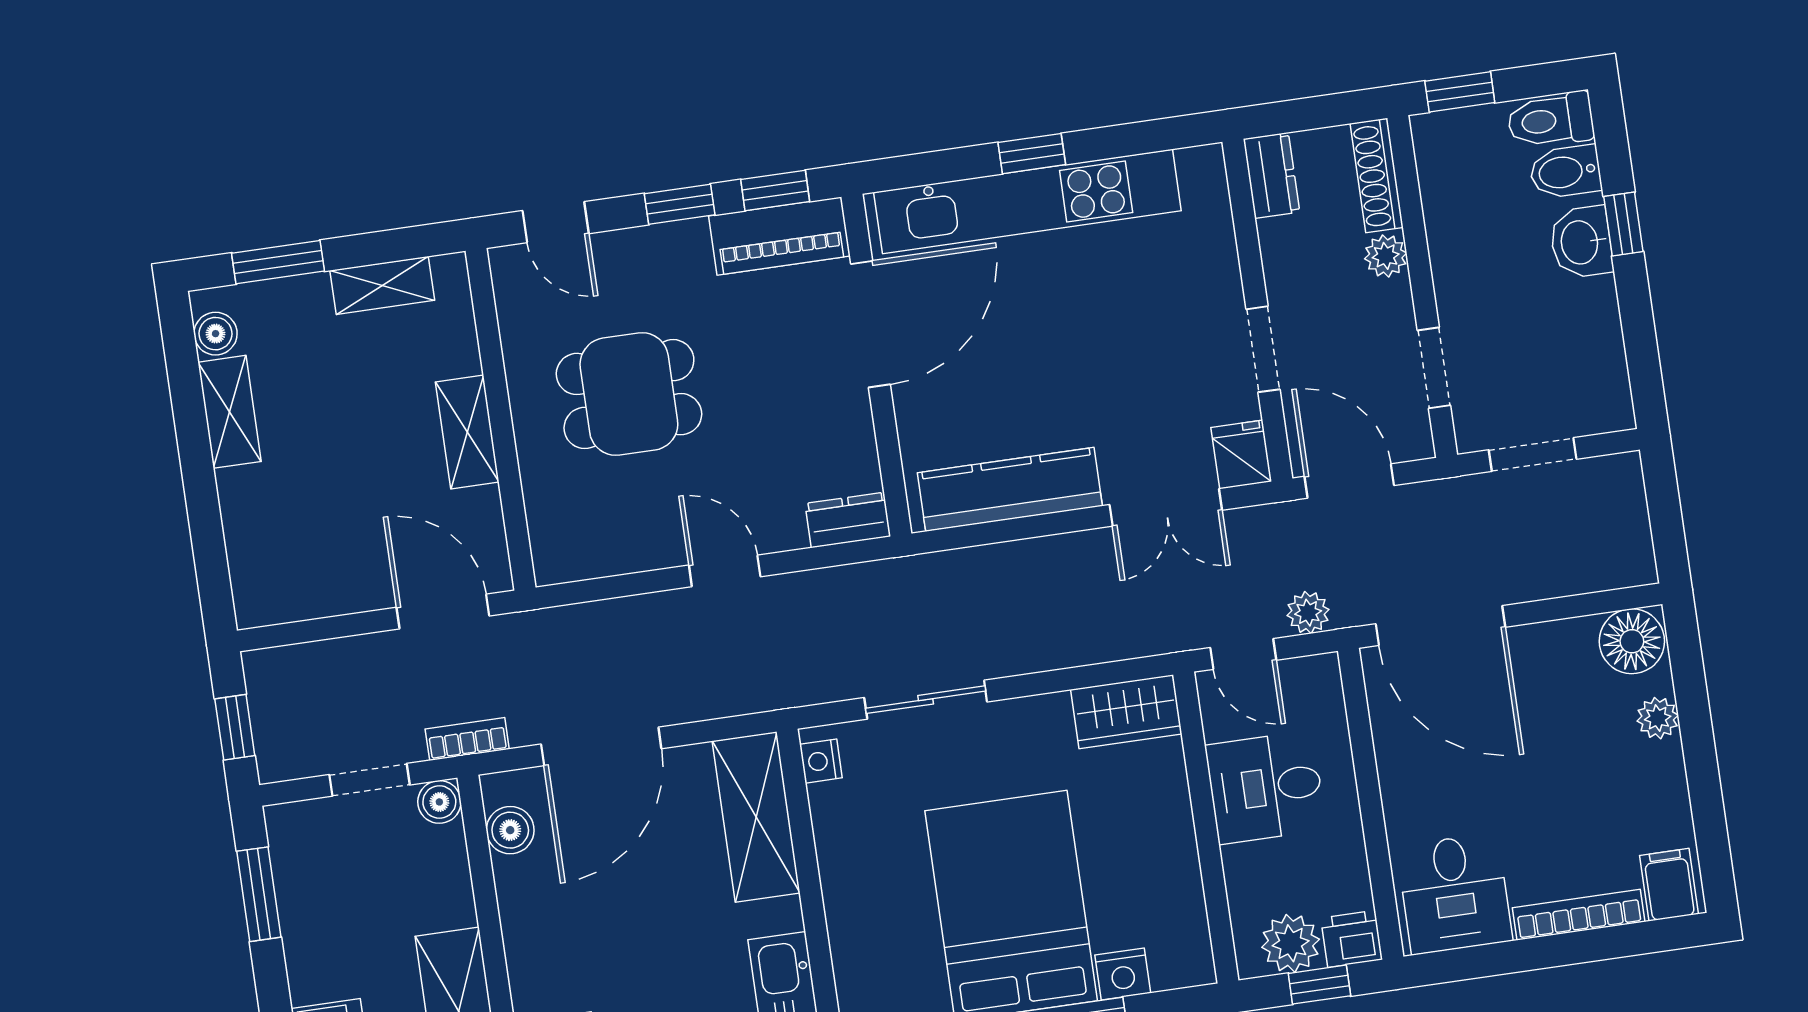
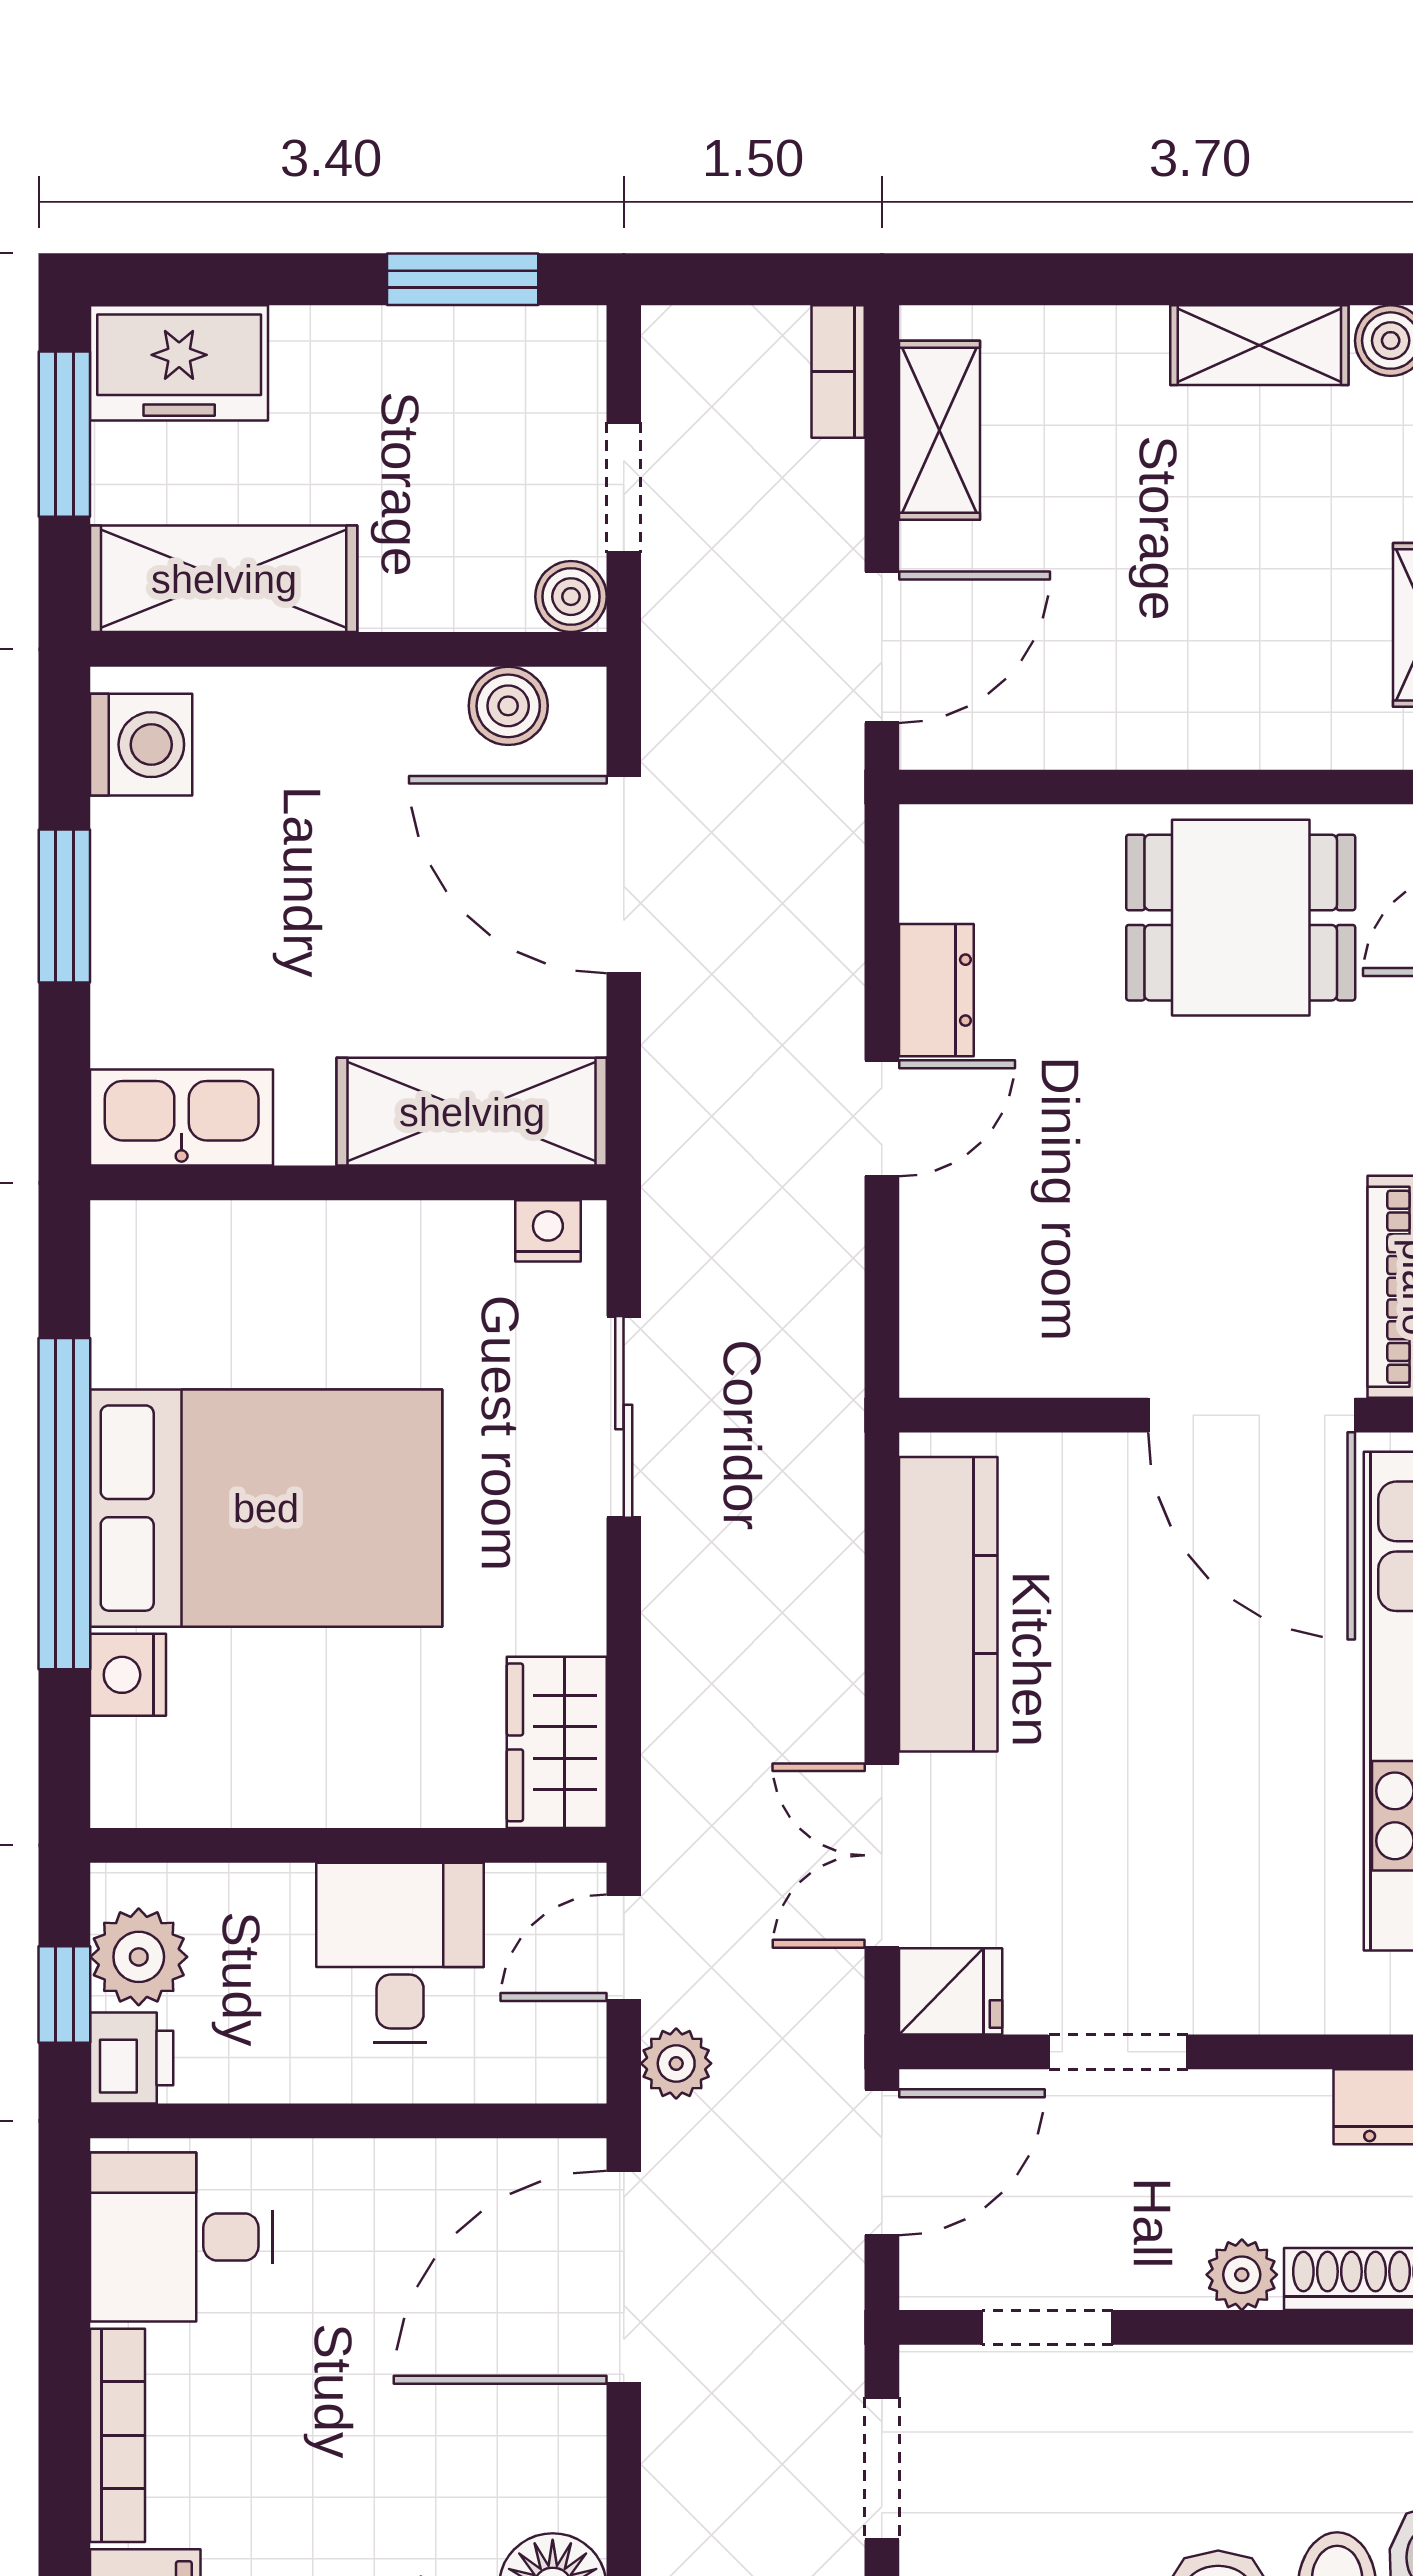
dining table: (629, 394) -> (1241, 918), moved, turned 90
shelving: (467, 432) -> (939, 430), moved, turned 90
dresser: (848, 520) -> (936, 990), moved
window: (235, 727) -> (742, 279), removed
bookcase: (467, 739) -> (838, 371), moved, turned 180

